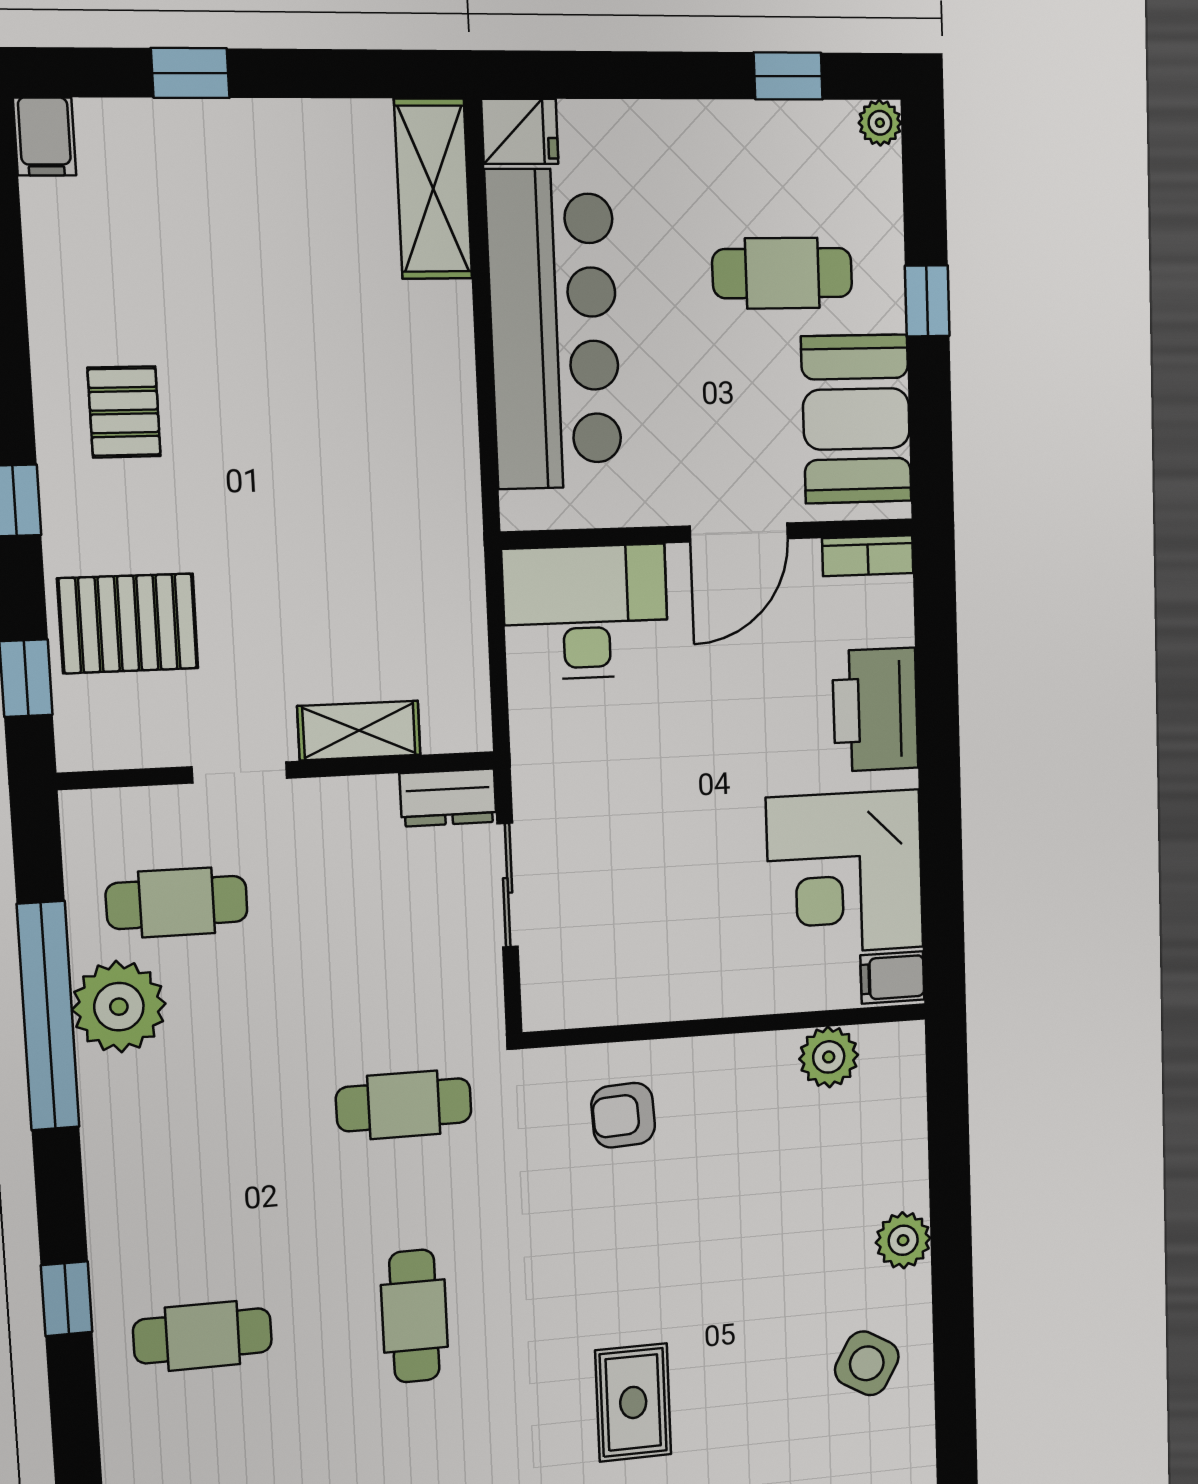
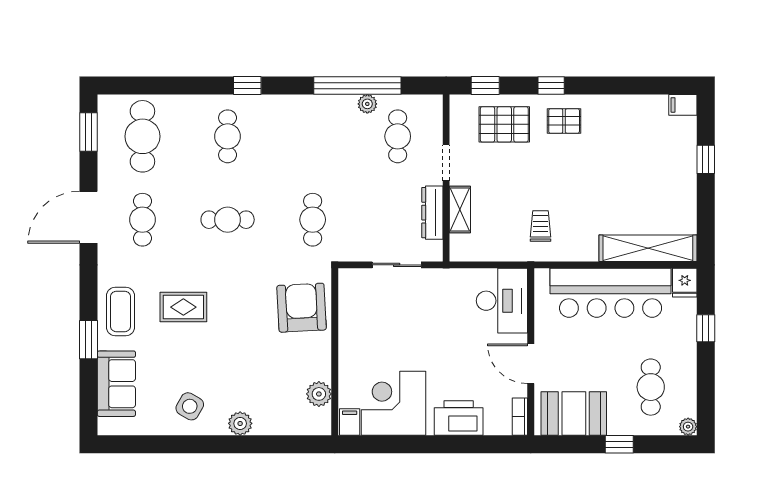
window: (788, 76) -> (706, 328), moved
shelving: (433, 189) -> (648, 248), width x1.47
cafe table: (782, 273) -> (651, 387), moved
pallet: (124, 412) -> (564, 121), moved
trolley: (391, 518) -> (541, 226), added
pallet: (128, 623) -> (504, 124), turned 90
dresser: (448, 798) -> (432, 213), moved, width x1.44
plant: (119, 1007) -> (367, 104), width x0.53, depth x0.53
armchair: (623, 1115) -> (302, 308), width x1.88, depth x1.88

